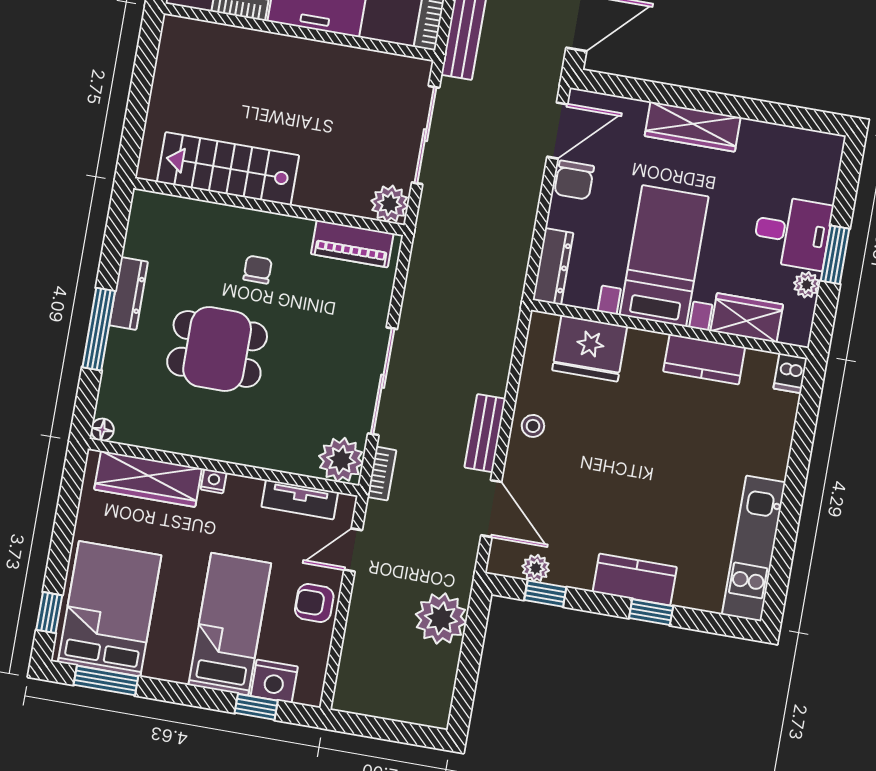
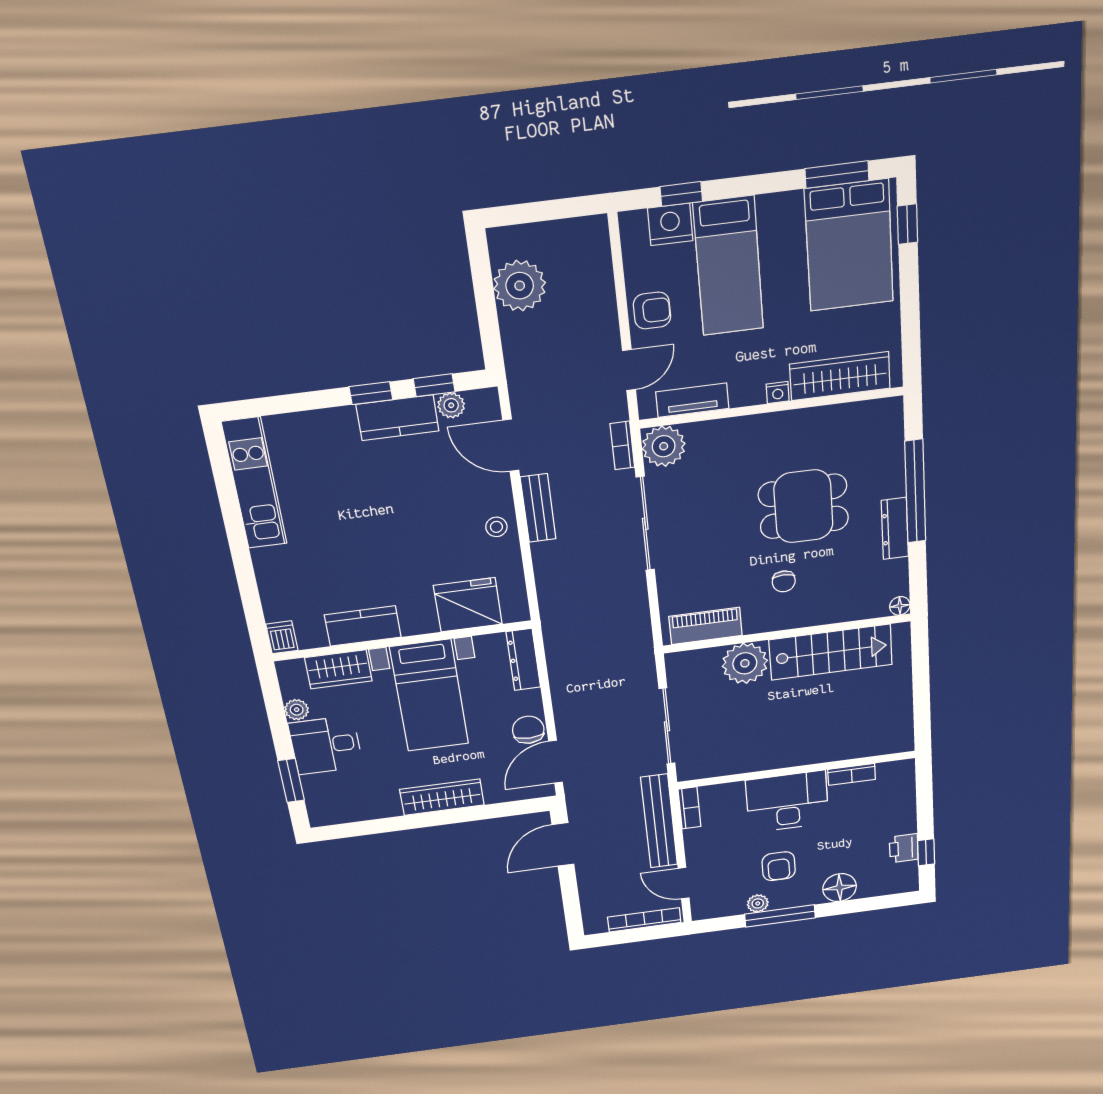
plant: (390, 204) -> (745, 663), moved, width x1.36, depth x1.36
window: (835, 255) -> (291, 781), moved
window: (99, 329) -> (915, 491), width x1.46
floor lamp: (102, 430) -> (900, 606), moved
kitchen counter: (635, 579) -> (398, 418), moved
window: (651, 612) -> (371, 393), moved
plant: (441, 618) -> (520, 286), moved

